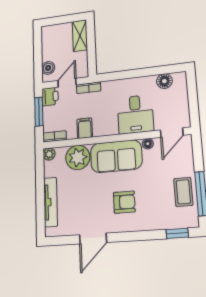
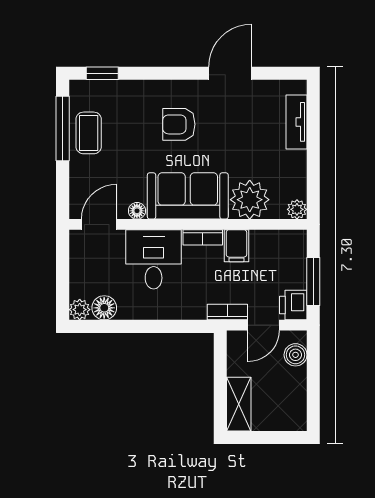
plant: (180, 78) -> (80, 310), added
bookcase: (55, 136) -> (203, 237), moved
tv unit: (51, 202) -> (296, 122), width x0.71

